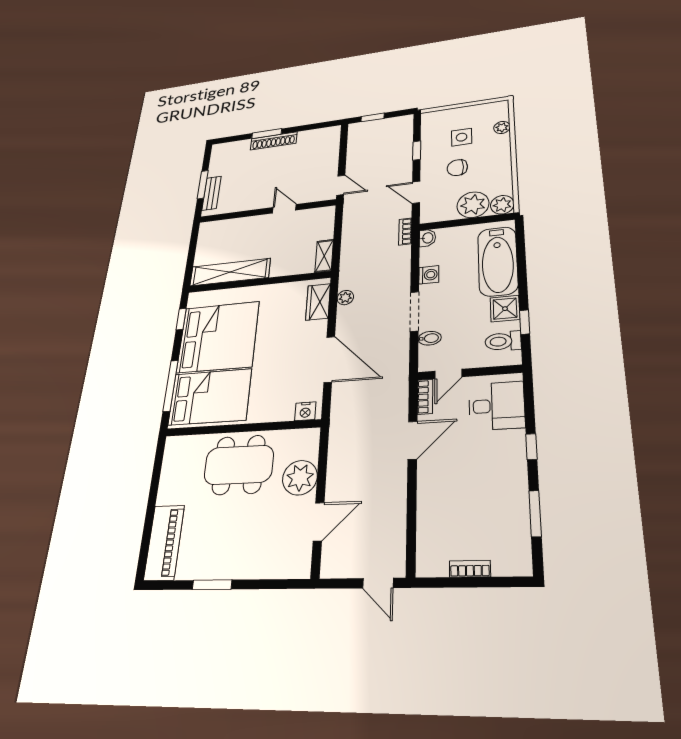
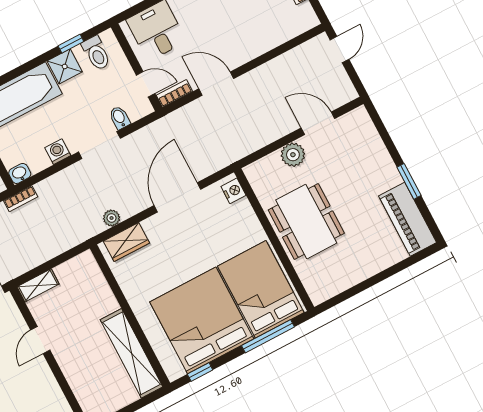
shelving: (324, 256) -> (38, 285), moved
plant: (300, 478) -> (293, 155), width x0.73, depth x0.73
piano: (164, 542) -> (408, 219), moved, turned -90

